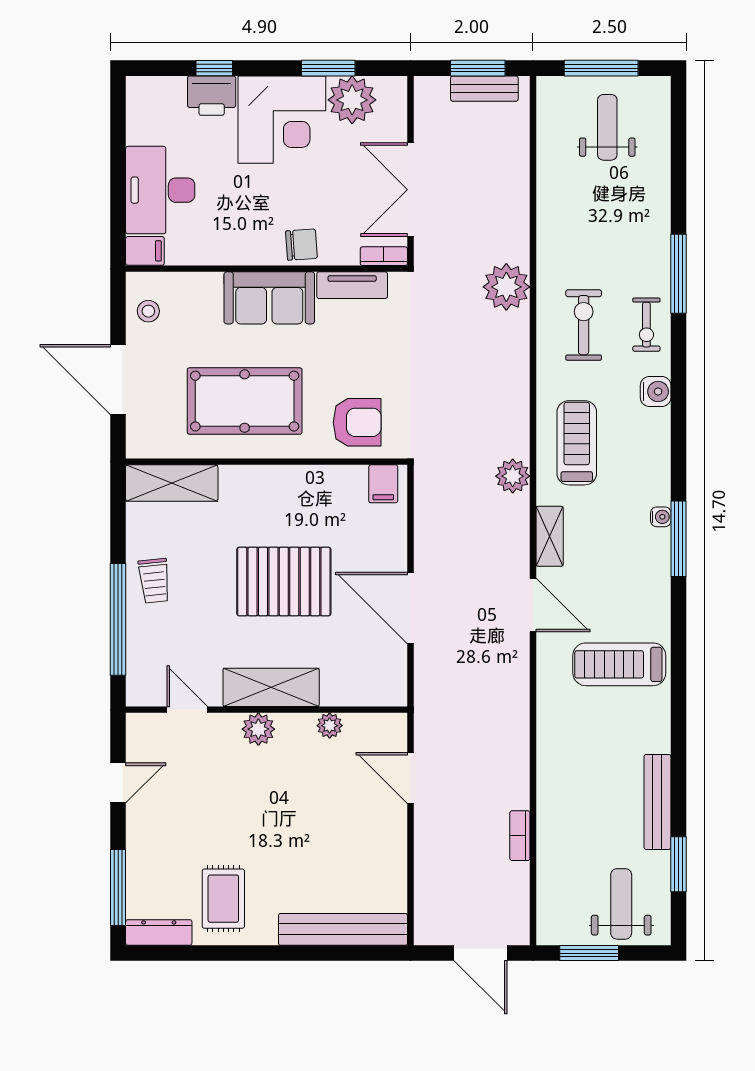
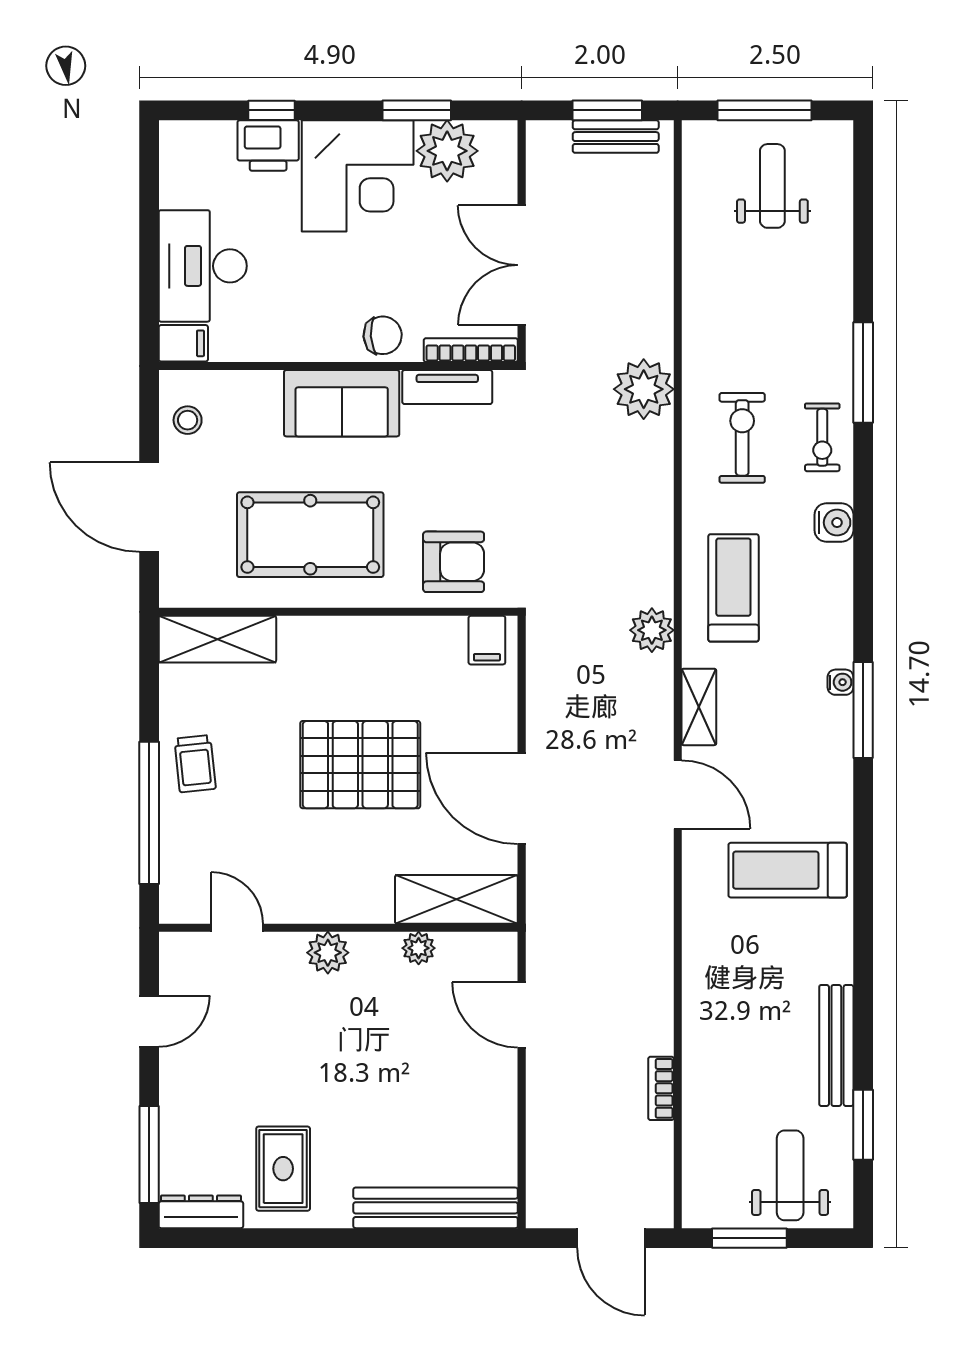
bookcase: (384, 256) -> (471, 350), width x1.56
shelving: (271, 687) -> (456, 899), moved

